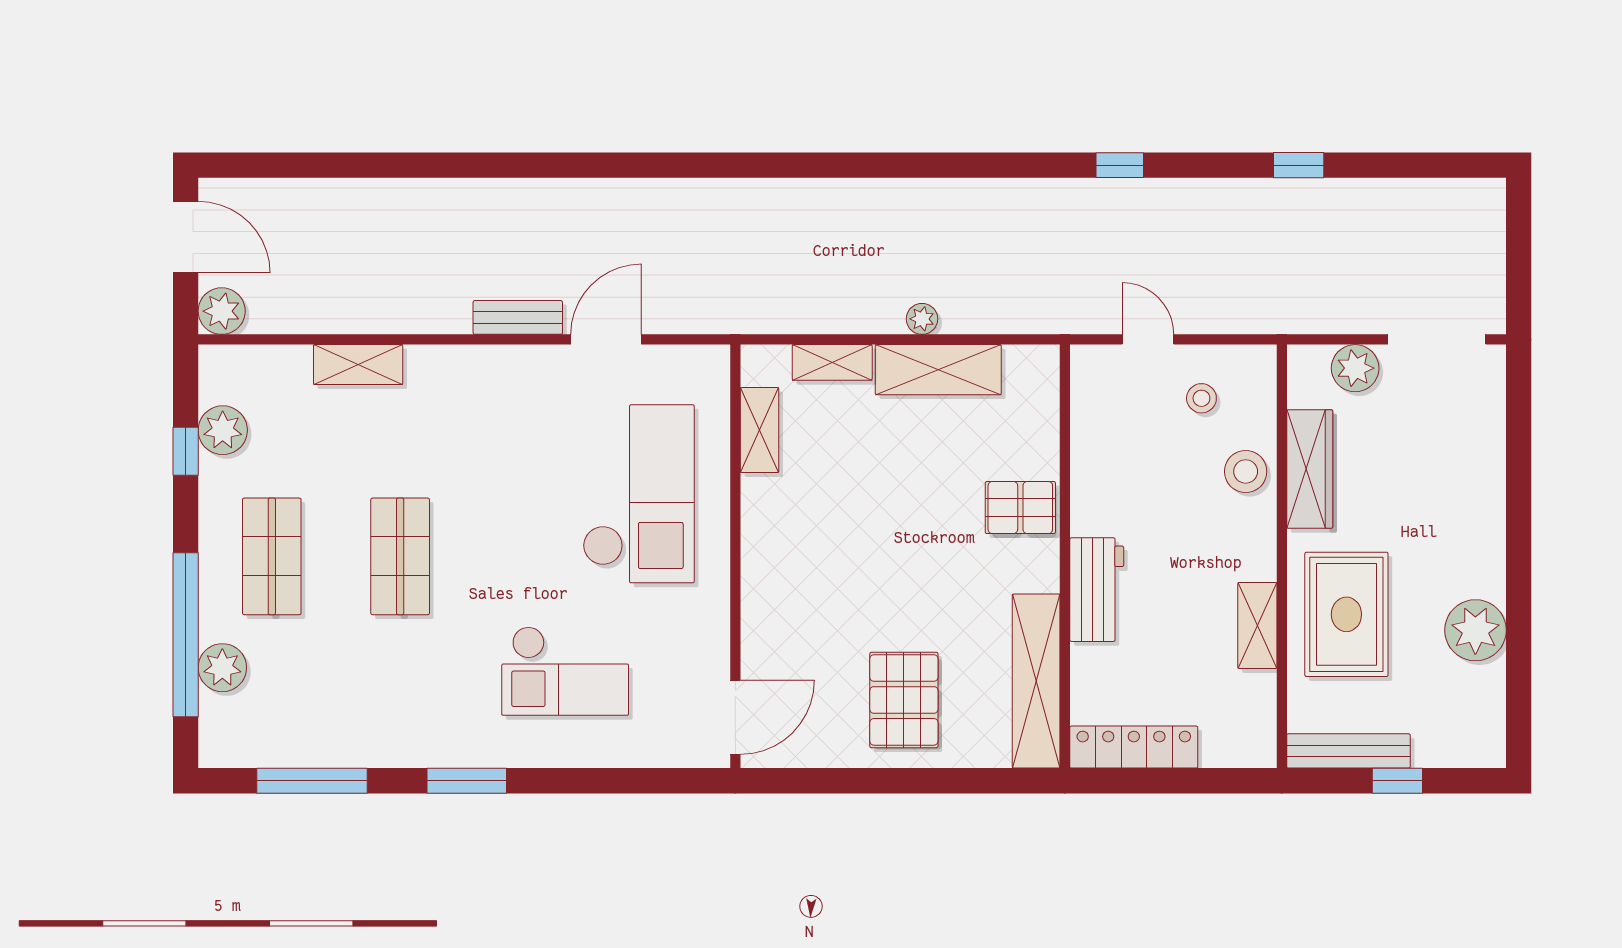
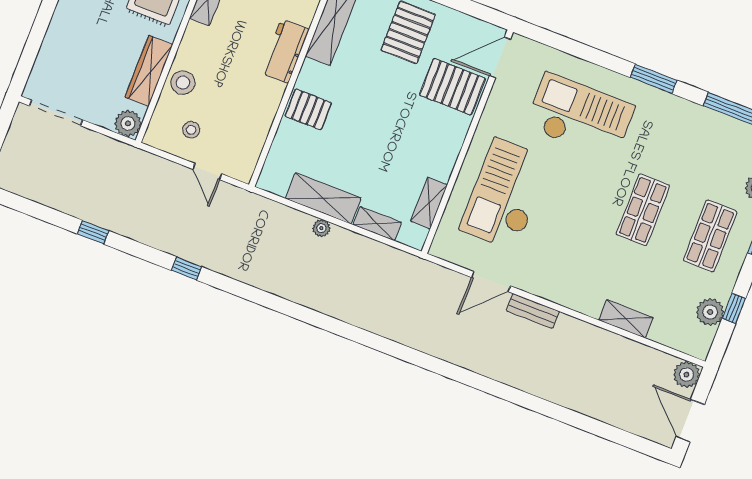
plant: (1355, 368) -> (128, 123), moved
pallet: (796, 638) -> (452, 87), added
checkout: (565, 671) -> (580, 116), width x1.36, depth x1.21

